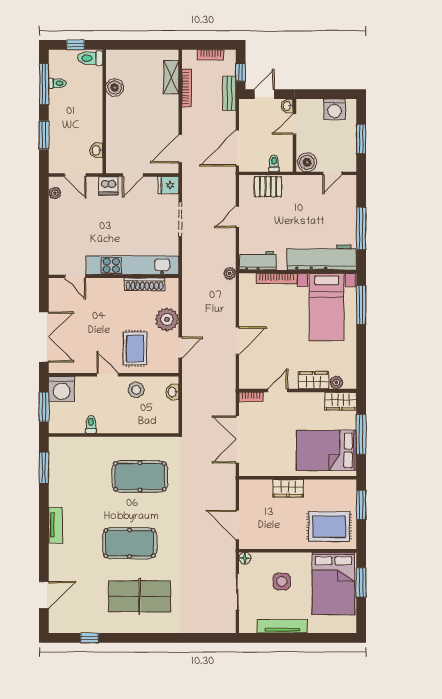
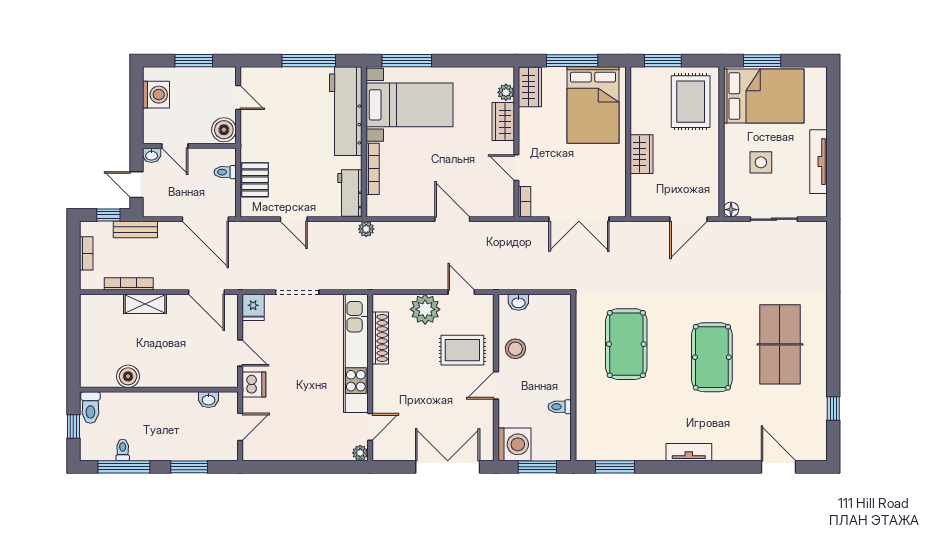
shelving: (171, 77) -> (145, 304), moved
plant: (55, 193) -> (360, 453), moved

